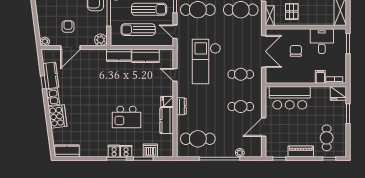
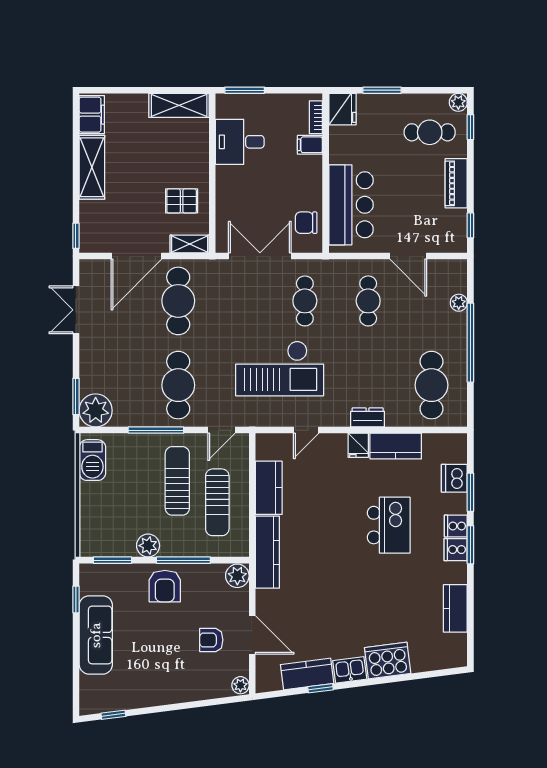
chair: (296, 51) -> (306, 223), moved
kitchen counter: (119, 55) -> (267, 552), width x1.50
kitchen counter: (67, 151) -> (455, 608), moved
plant: (342, 152) -> (458, 102), added

